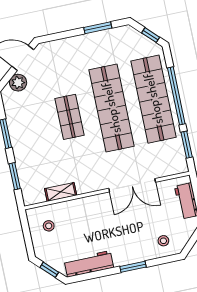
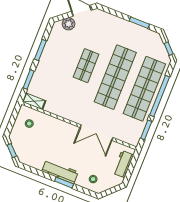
shelving: (61, 192) -> (34, 101), moved
workbench: (89, 264) -> (60, 172), moved

